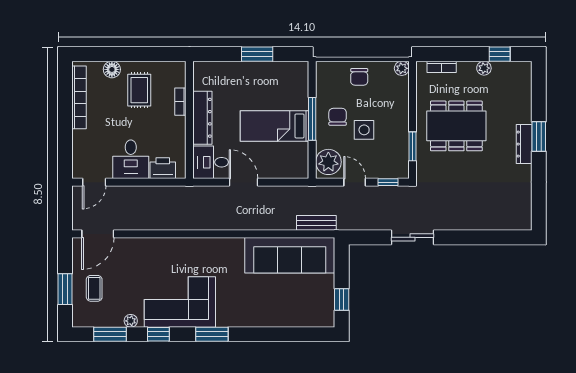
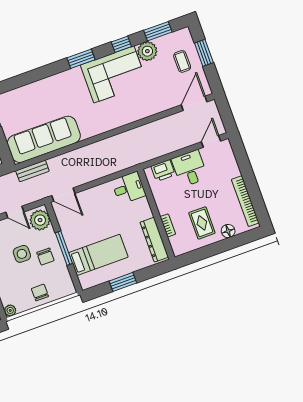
dresser: (202, 118) -> (154, 240), moved
bed: (275, 126) -> (98, 255), moved
door: (244, 182) -> (63, 195), moved
plant: (131, 321) -> (147, 51), width x1.88, depth x1.88

